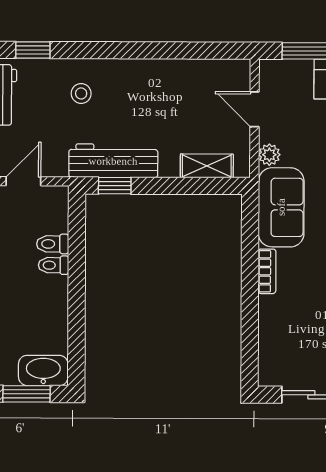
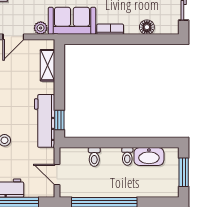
toilet: (53, 265) -> (127, 156), moved
floor lamp: (270, 333) -> (147, 27), added
washbasin: (43, 371) -> (149, 157), moved, turned -90

